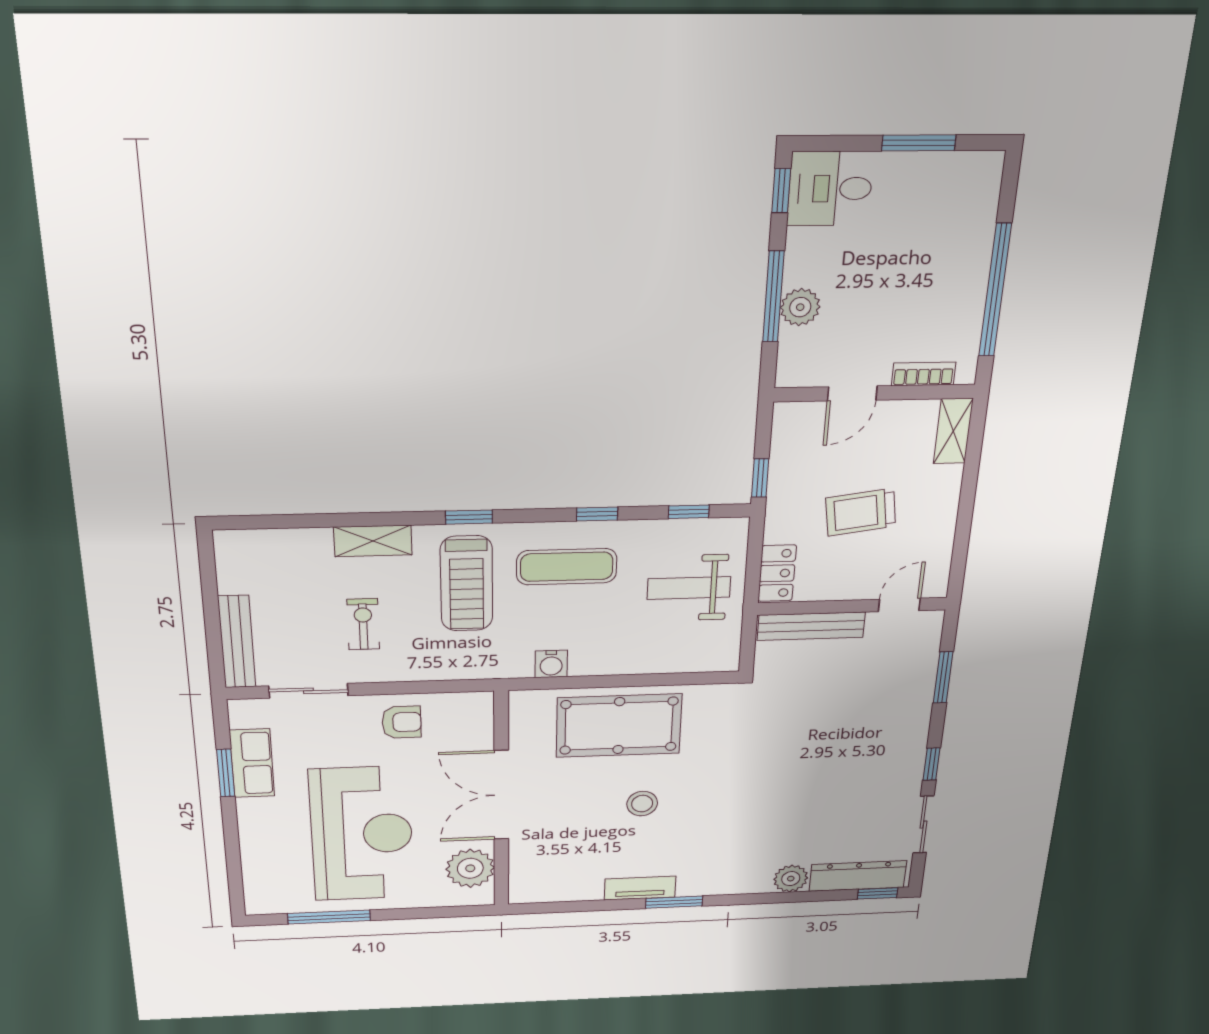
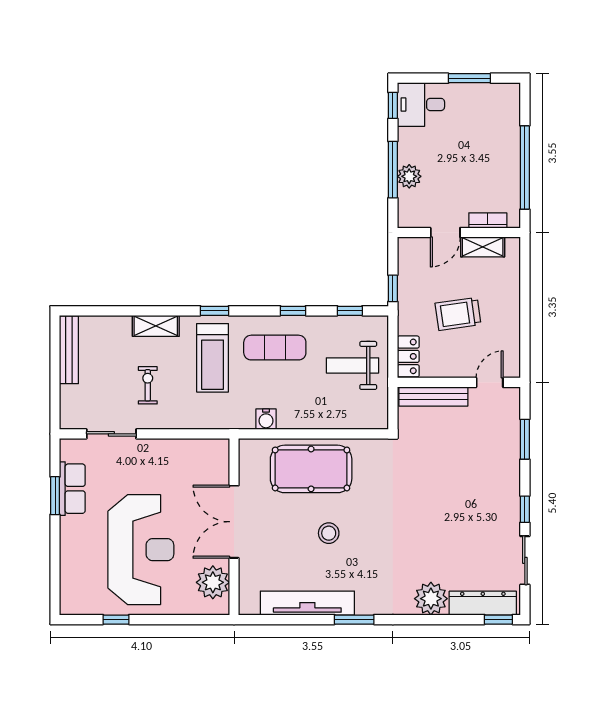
shelving: (953, 431) -> (483, 247), moved, turned 90
bench: (237, 642) -> (69, 350), moved
armchair: (402, 722) -> (170, 460), removed
plant: (791, 879) -> (431, 599), width x1.36, depth x1.36
tv unit: (640, 888) -> (307, 603), width x1.92, depth x1.29
window: (329, 917) -> (116, 620), width x0.46

